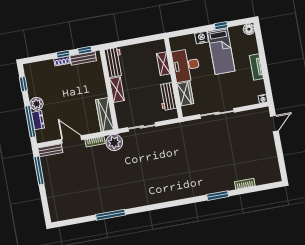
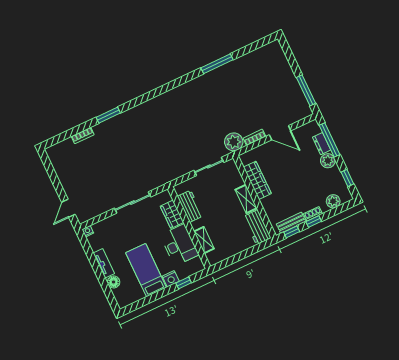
window: (221, 26) -> (184, 283), moved
floor lamp: (249, 29) -> (114, 282), moved
plant: (41, 67) -> (333, 201), added
wardrobe: (105, 115) -> (257, 180), moved
bench: (50, 150) -> (300, 115), removed

